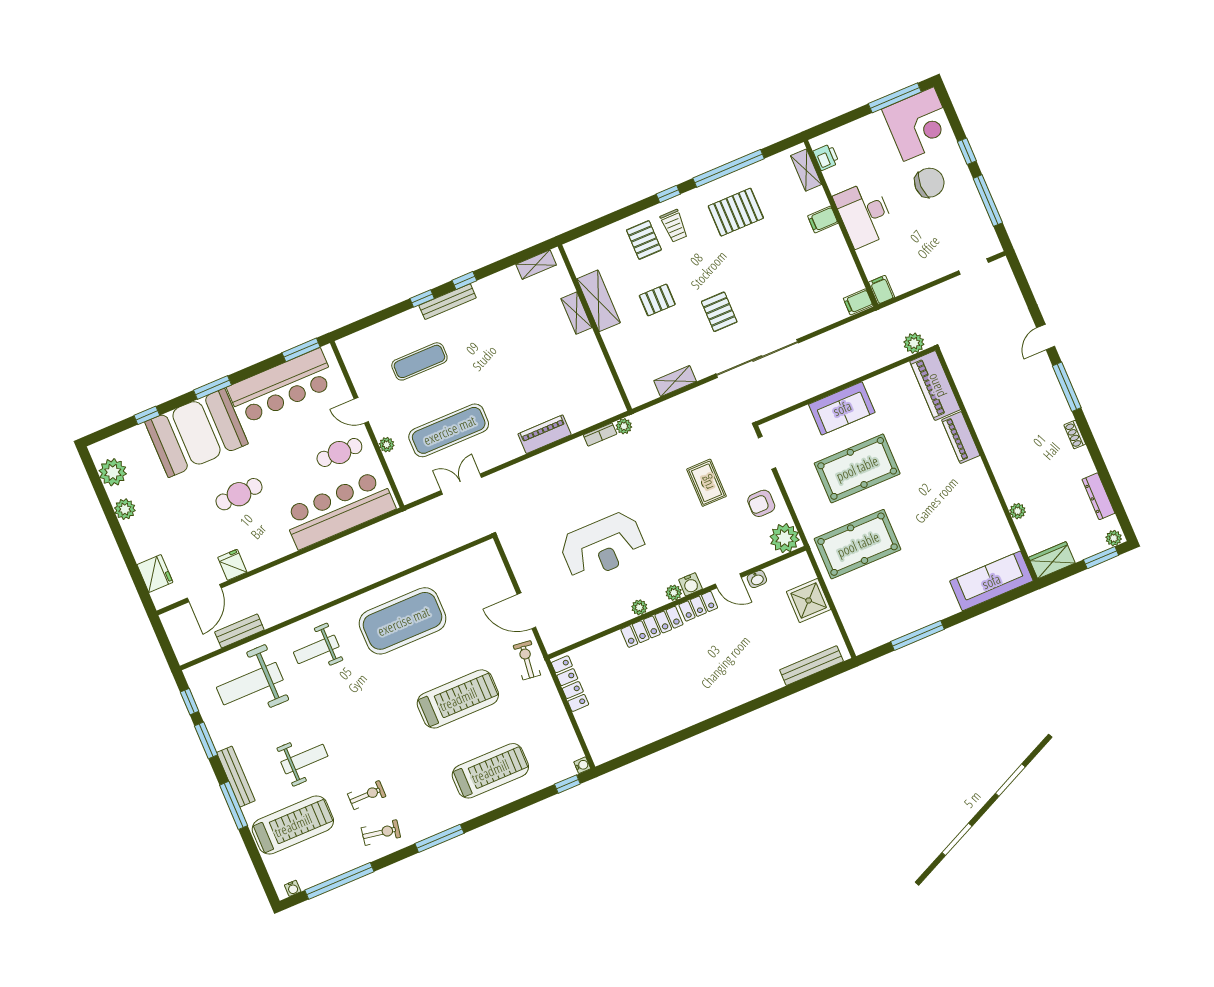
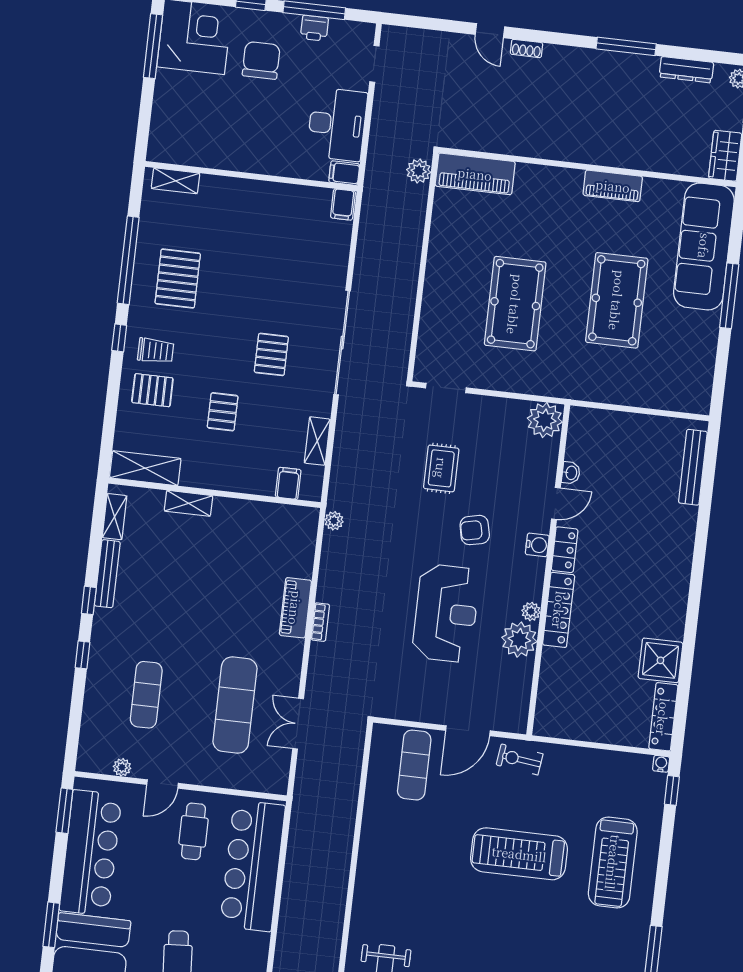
printer: (826, 157) -> (314, 28), moved, turned 180
desk: (864, 214) -> (337, 124), moved, turned -90
filing cabinet: (823, 220) -> (288, 483), moved, turned 180
shelving: (599, 301) -> (145, 468), moved
bench: (448, 302) -> (107, 574), moved
pallet: (719, 312) -> (271, 354), turned 90
window: (1067, 387) -> (626, 46), moved
sofa: (842, 408) -> (444, 284), removed
bookcase: (600, 435) -> (320, 622), moved
shoe rack: (1075, 435) -> (527, 48), moved
piano: (961, 438) -> (613, 186), moved
plant: (387, 445) -> (122, 767), moved
rug: (706, 483) -> (441, 468), turned 90
armchair: (761, 503) -> (475, 530), moved, turned 78
plant: (1018, 511) -> (654, 162), removed
pool table: (858, 544) -> (617, 300), moved
sofa: (991, 581) -> (704, 246), width x1.36, depth x1.27
plant: (674, 593) -> (519, 640), moved, width x1.88, depth x1.88
shower: (809, 600) -> (660, 660), moved
exercise mat: (403, 621) -> (414, 765), moved, width x0.50, depth x0.69
window: (918, 635) -> (729, 296), moved
locker: (570, 684) -> (663, 717), moved, turned -90
treadmill: (458, 699) -> (519, 854), turned -90
treadmill: (490, 771) -> (613, 862), turned 180

